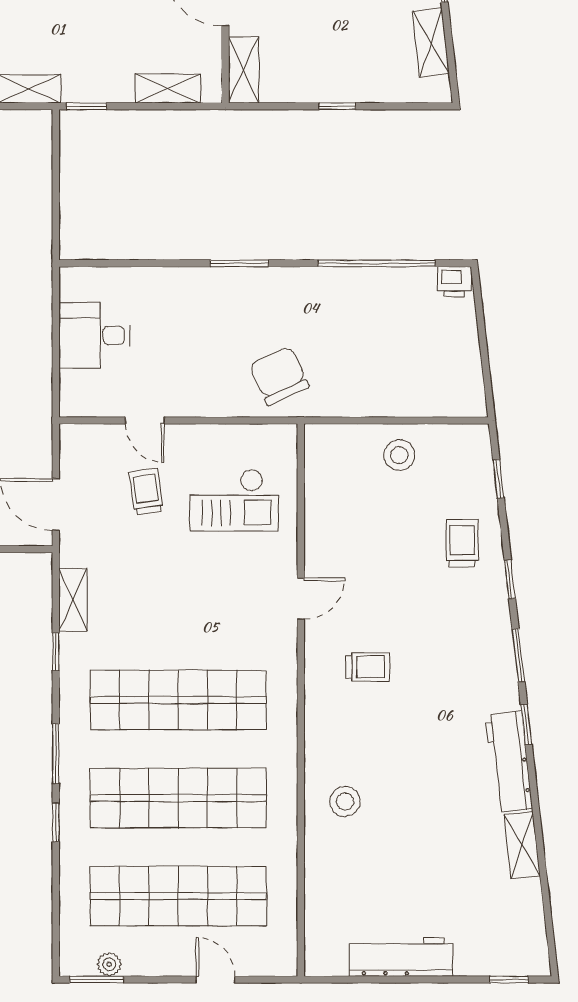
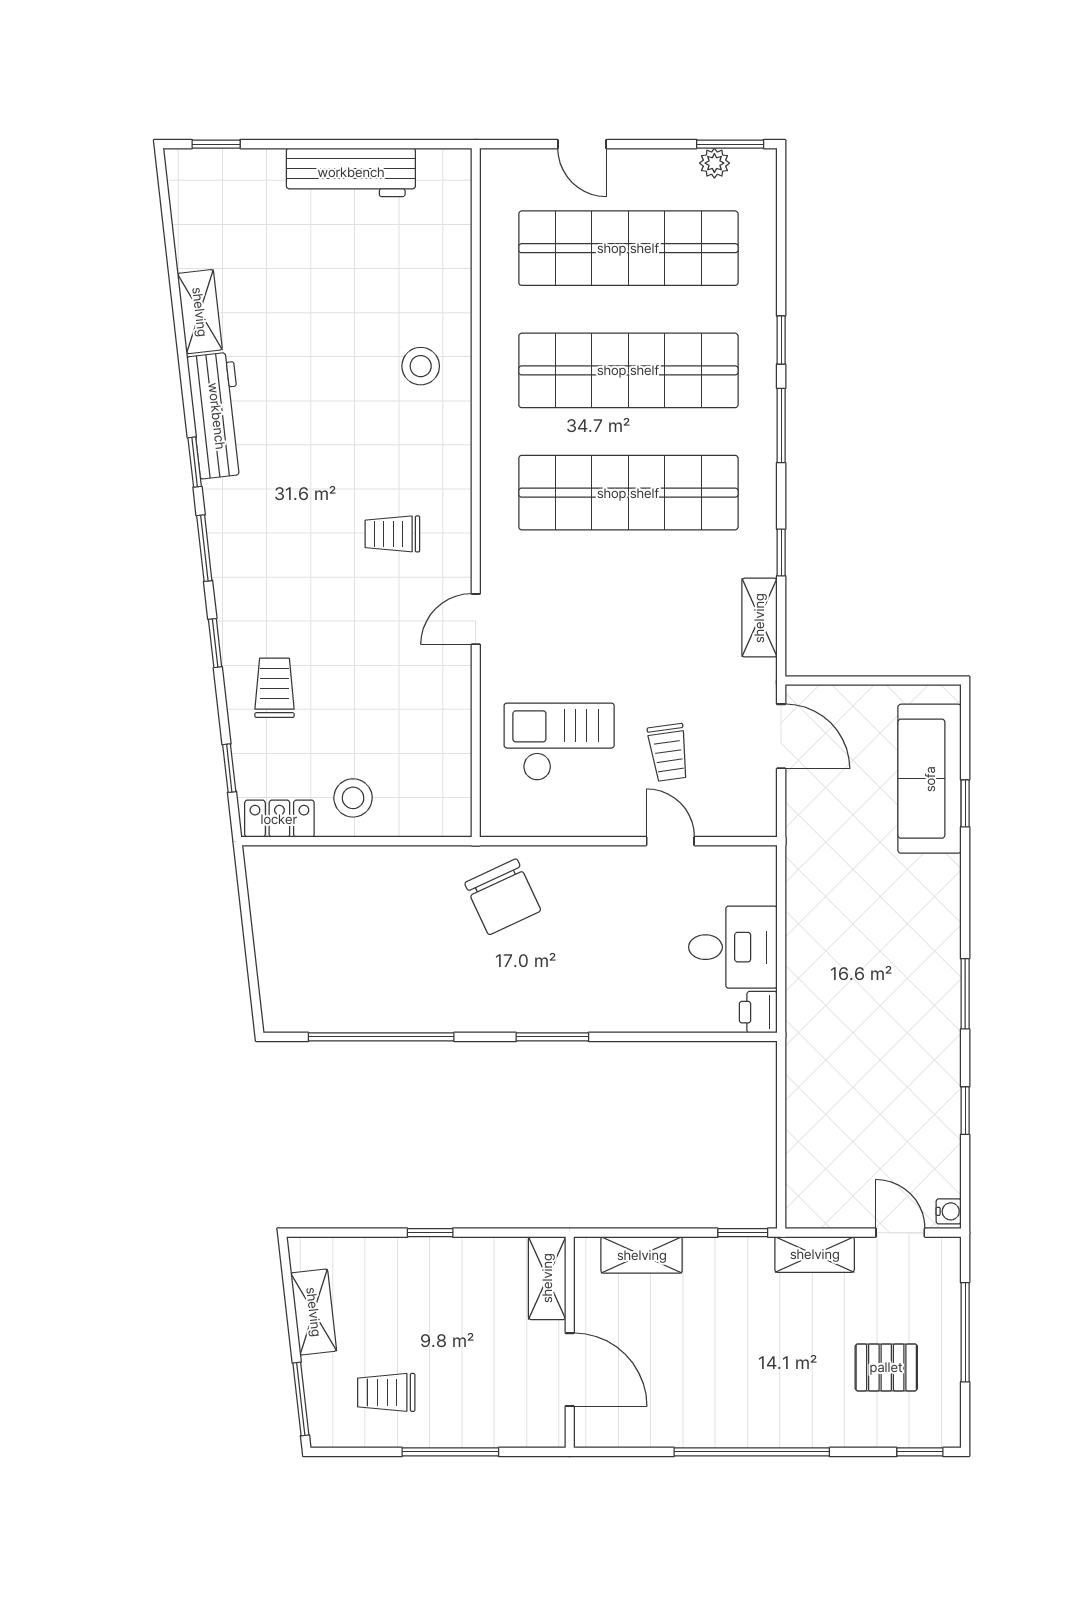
printer: (454, 282) -> (758, 1012), moved, turned -90
locker: (458, 438) -> (279, 819), added
trolley: (462, 543) -> (274, 688), turned 180

